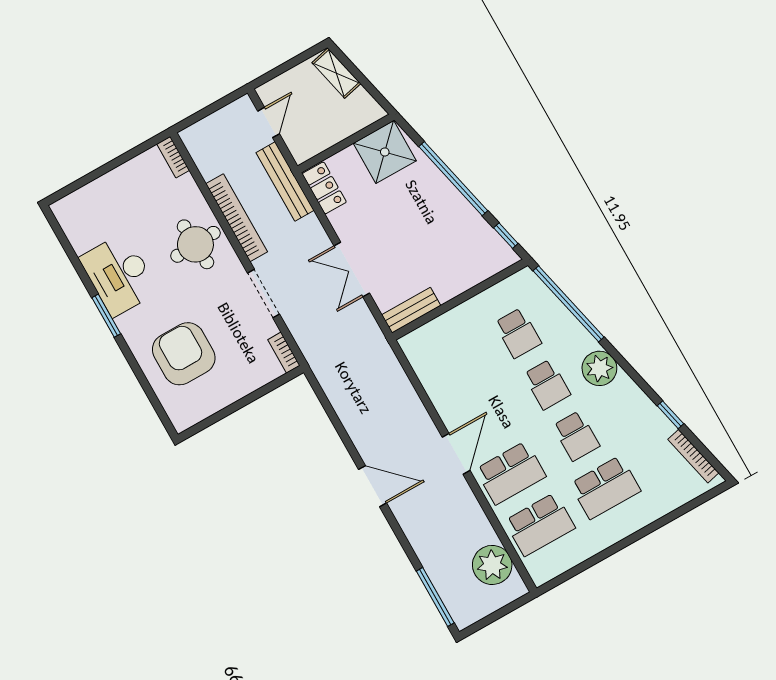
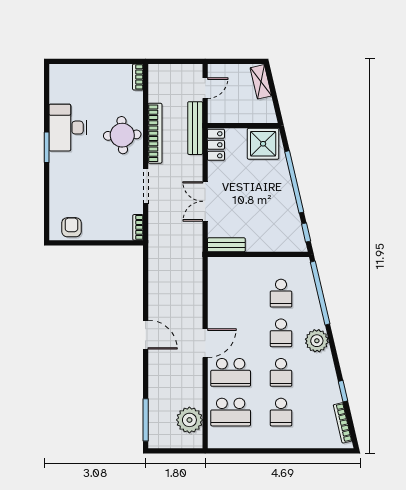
armchair: (184, 354) -> (71, 227), moved, width x0.53, depth x0.53
school desk: (605, 487) -> (281, 412), width x0.54

